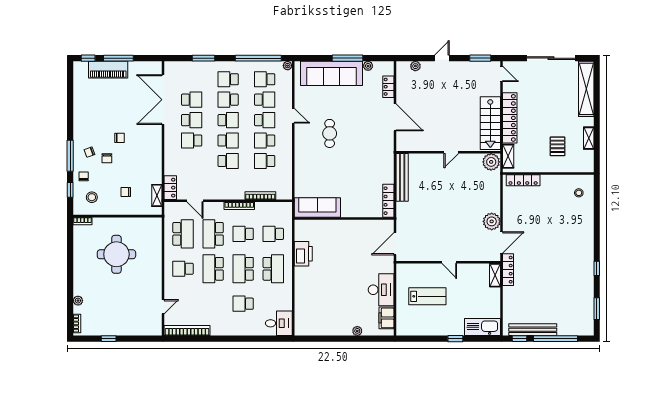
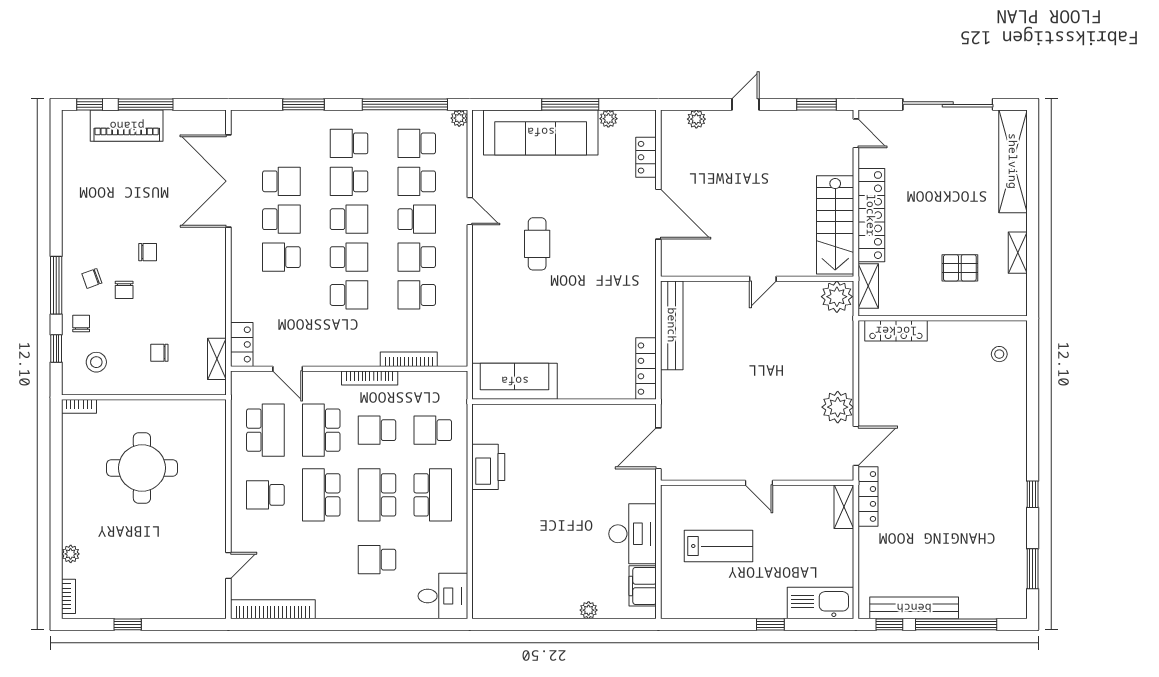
school desk: (265, 100) -> (417, 181), turned 180
pallet: (558, 146) -> (960, 268), turned 90

